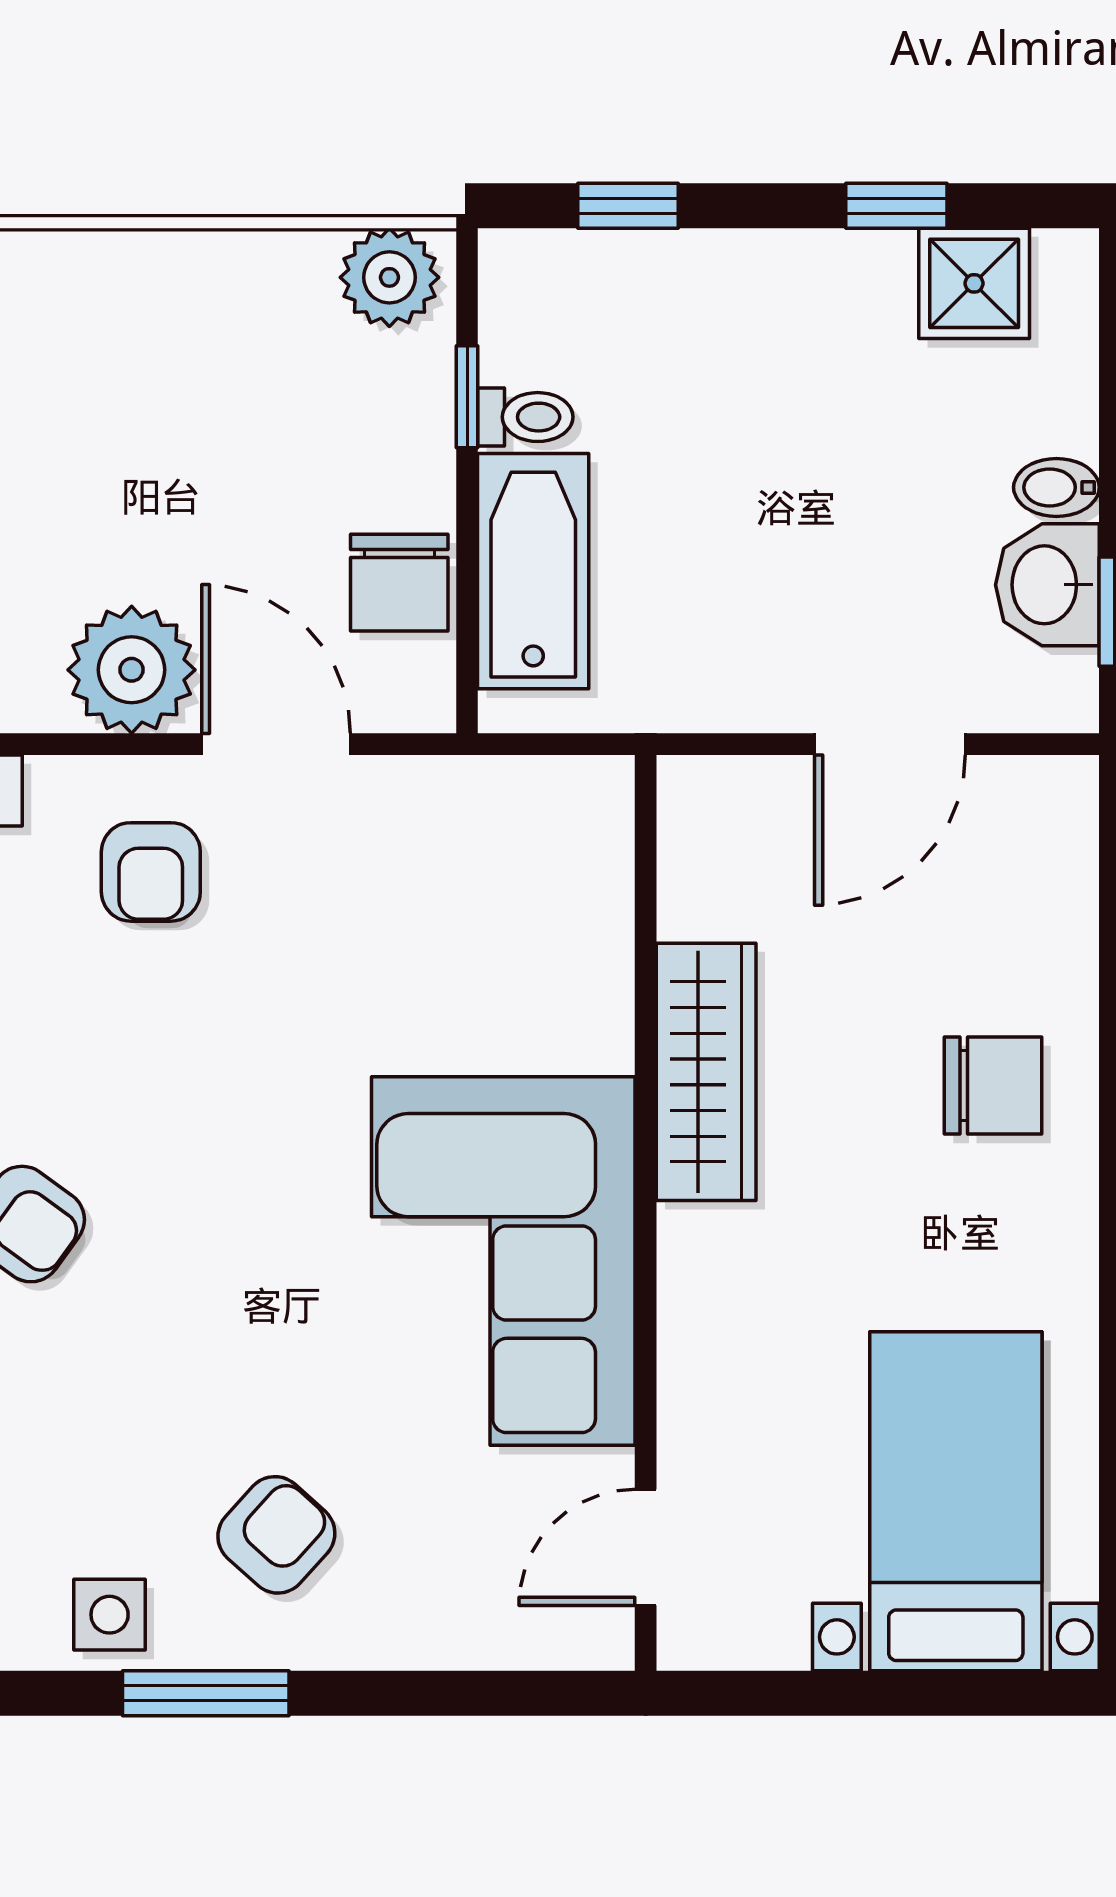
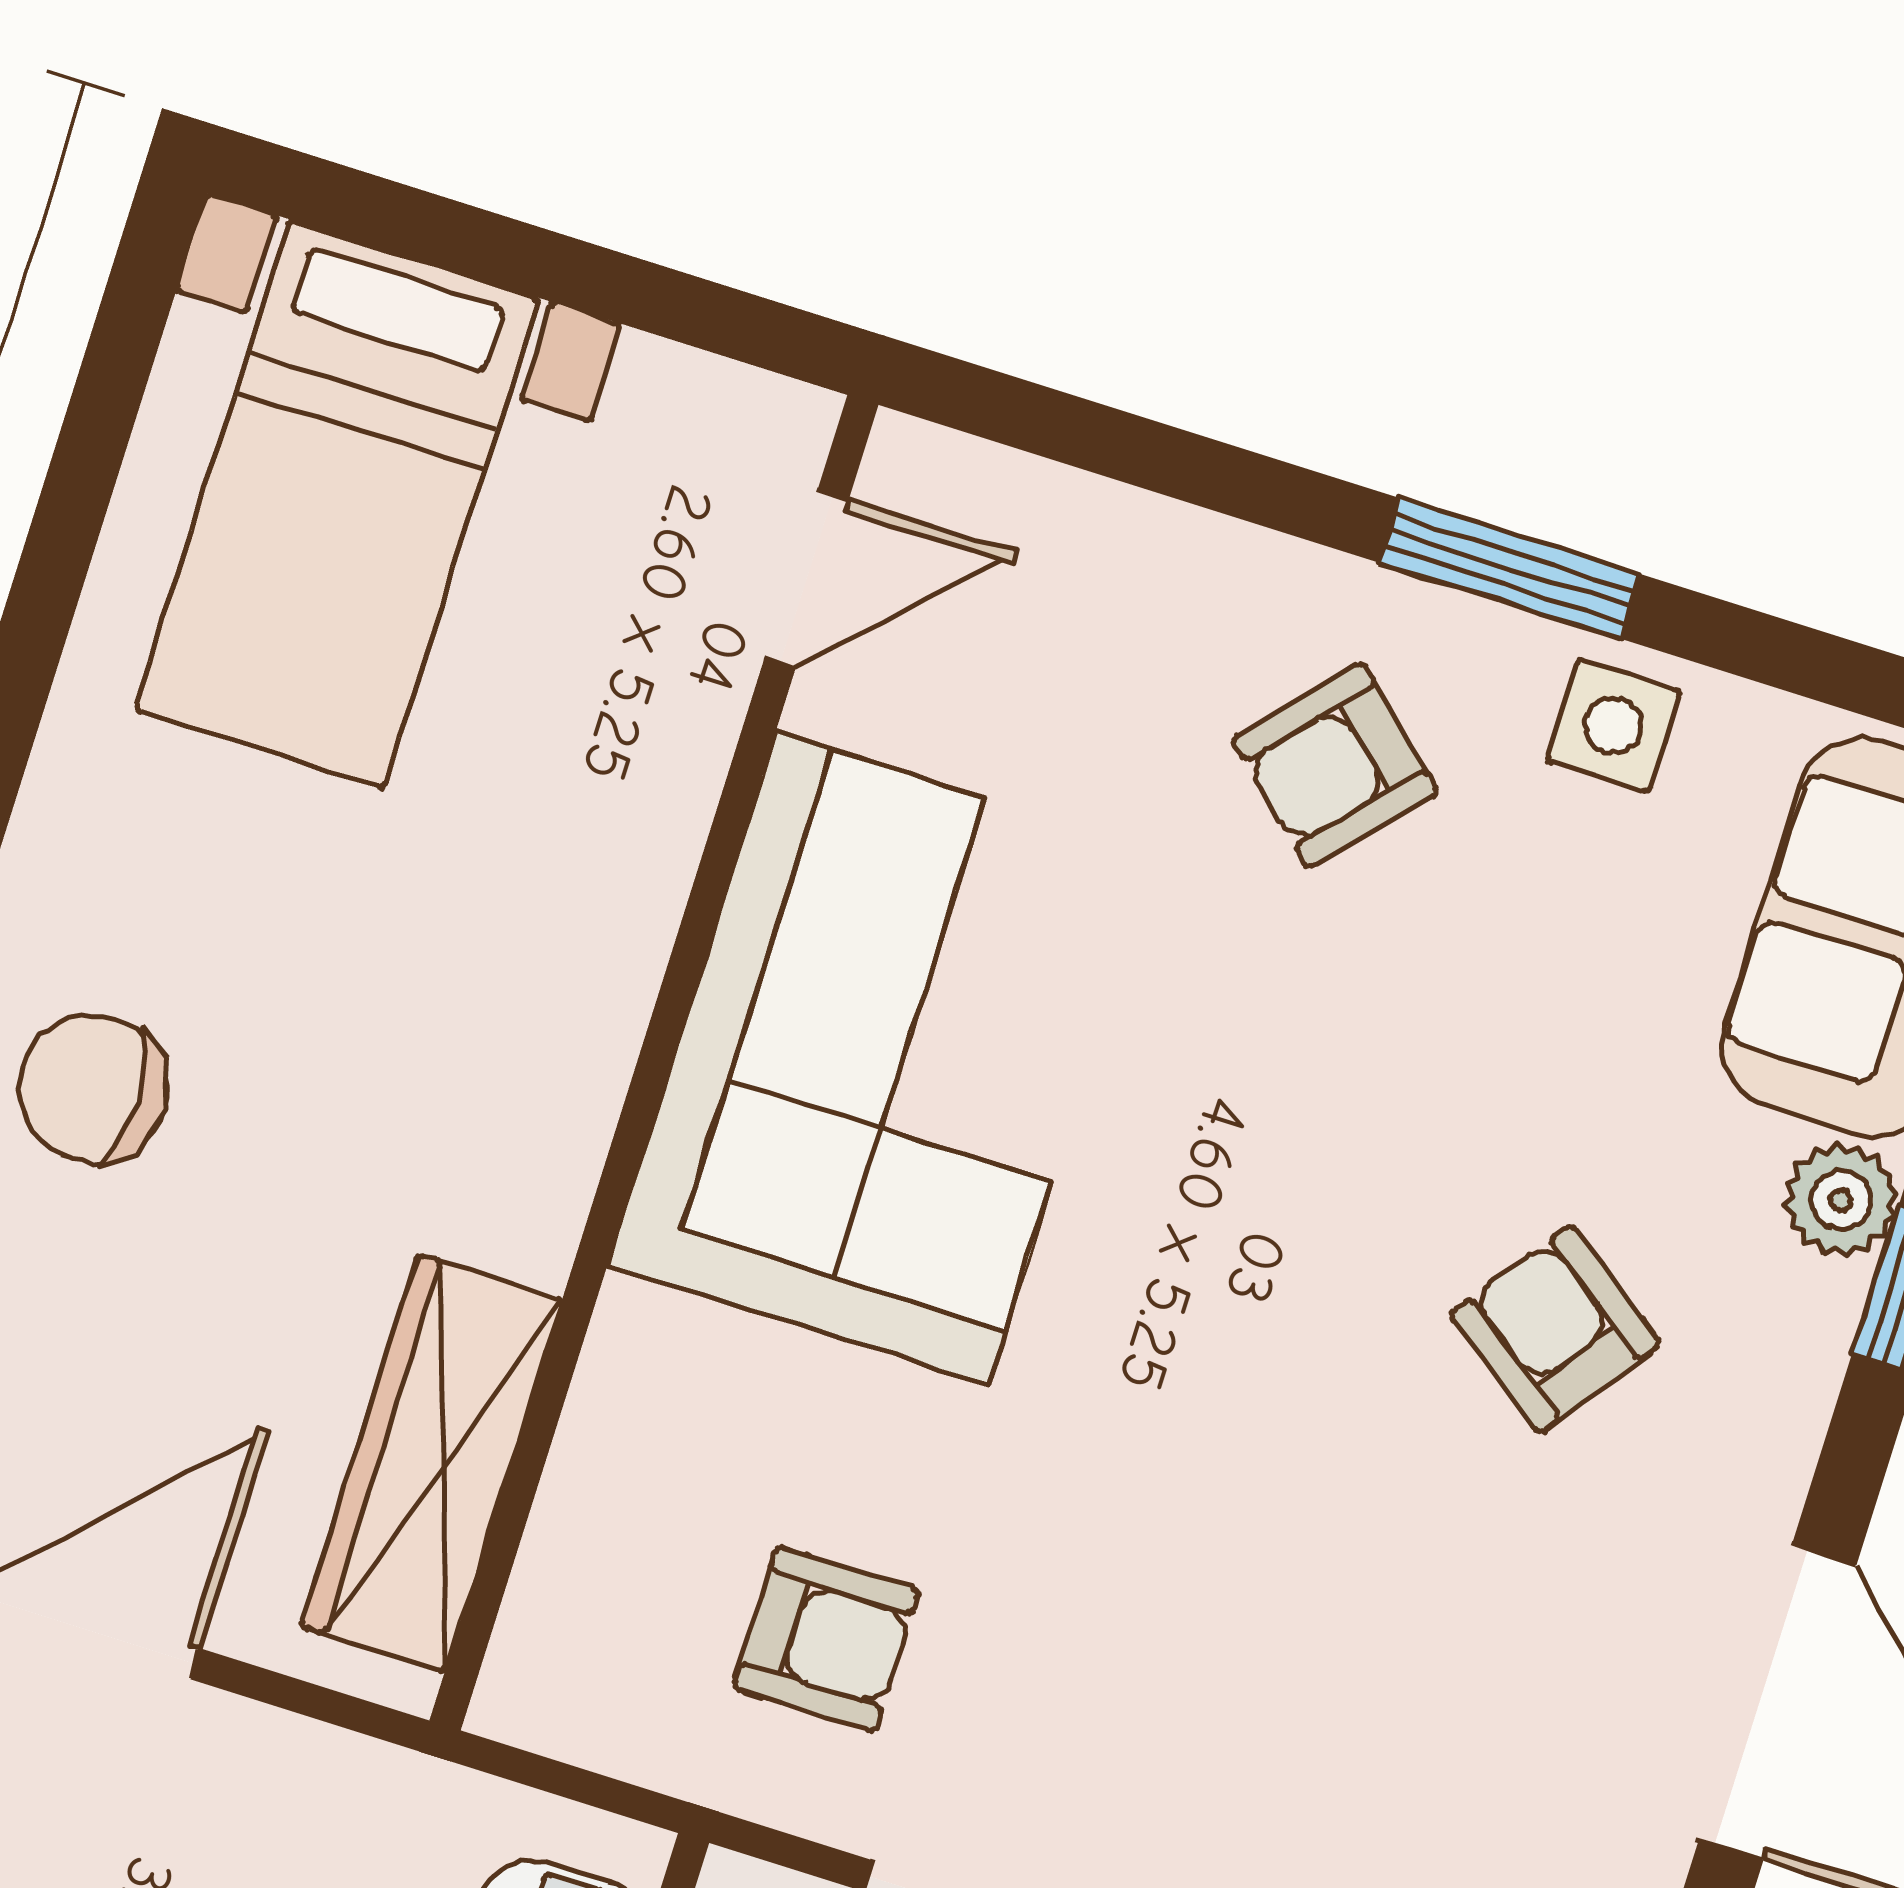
armchair: (151, 872) -> (826, 1639), moved, turned 90
wardrobe: (706, 1072) -> (432, 1463), moved

